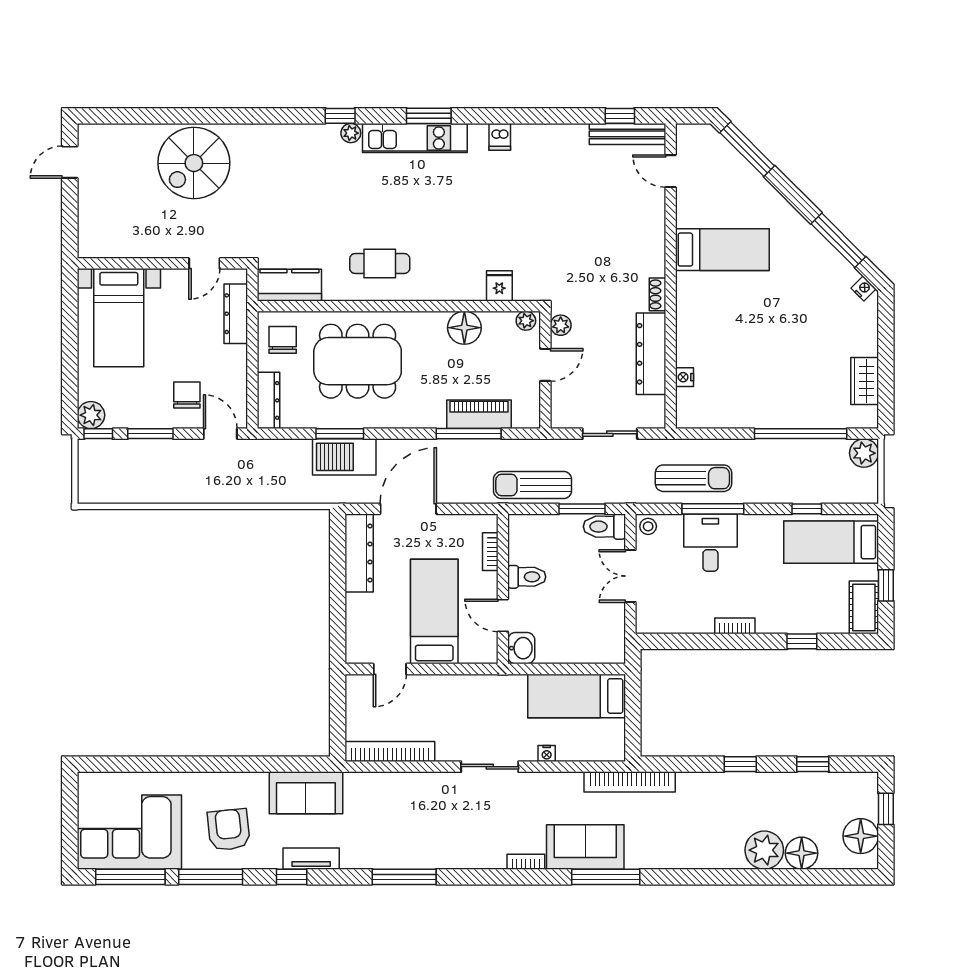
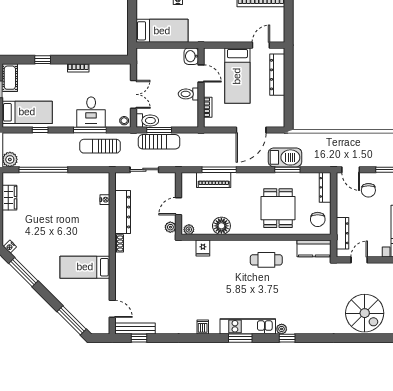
spiral stairs: (194, 163) -> (365, 313), turned 90
dining table: (358, 361) -> (278, 208), width x0.73
sun lounger: (533, 485) -> (159, 142), moved
dresser: (359, 553) -> (277, 75), moved

